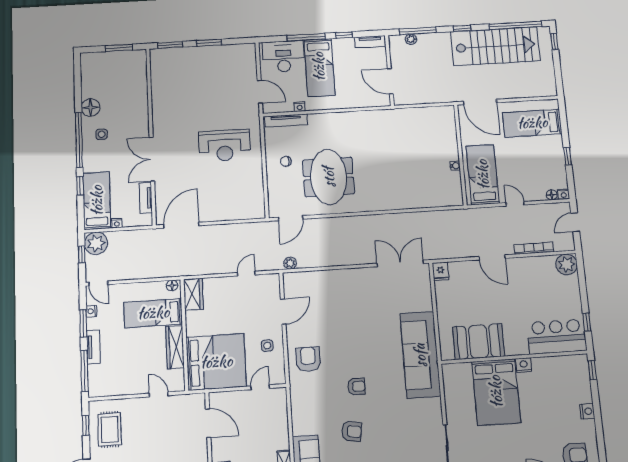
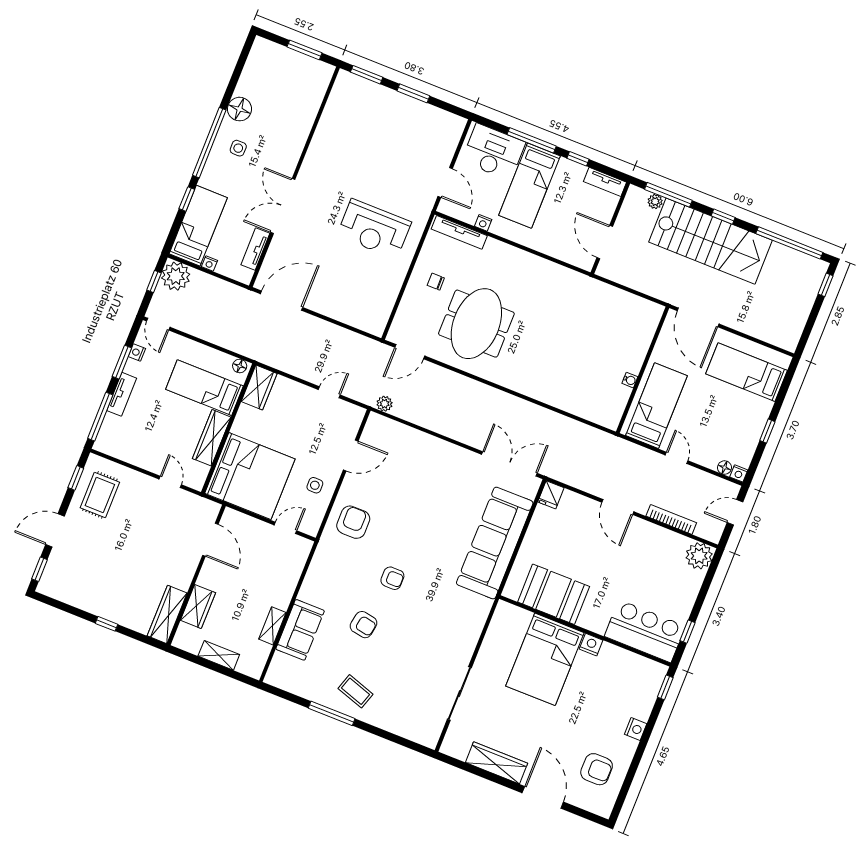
stairs: (495, 46) -> (710, 241), moved
sofa: (420, 355) -> (495, 543), moved

